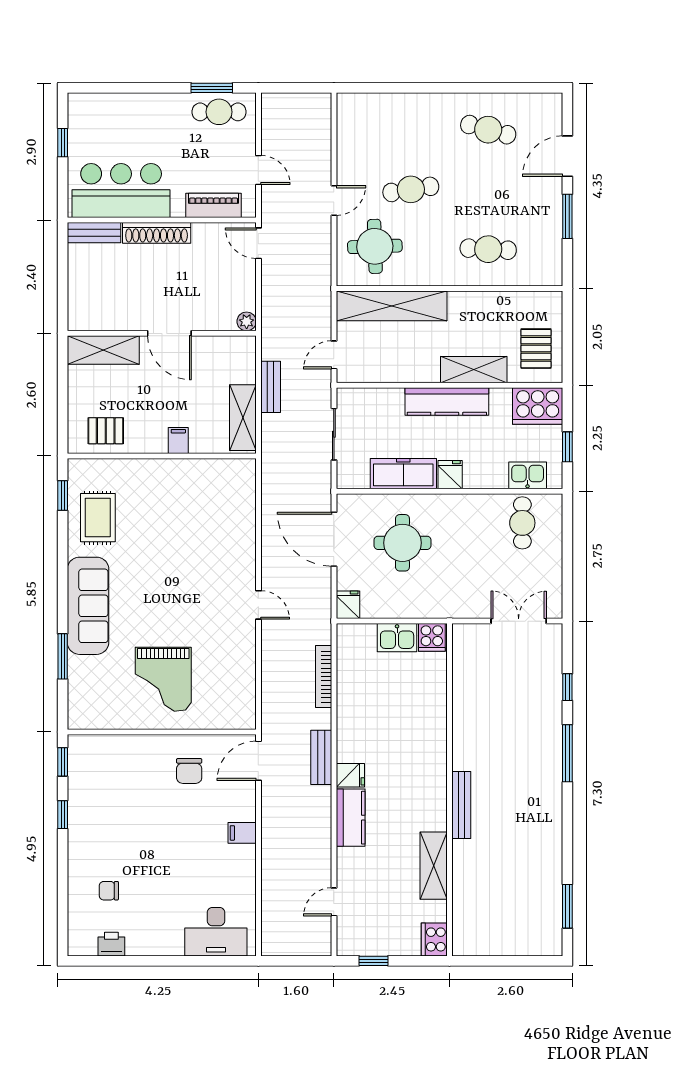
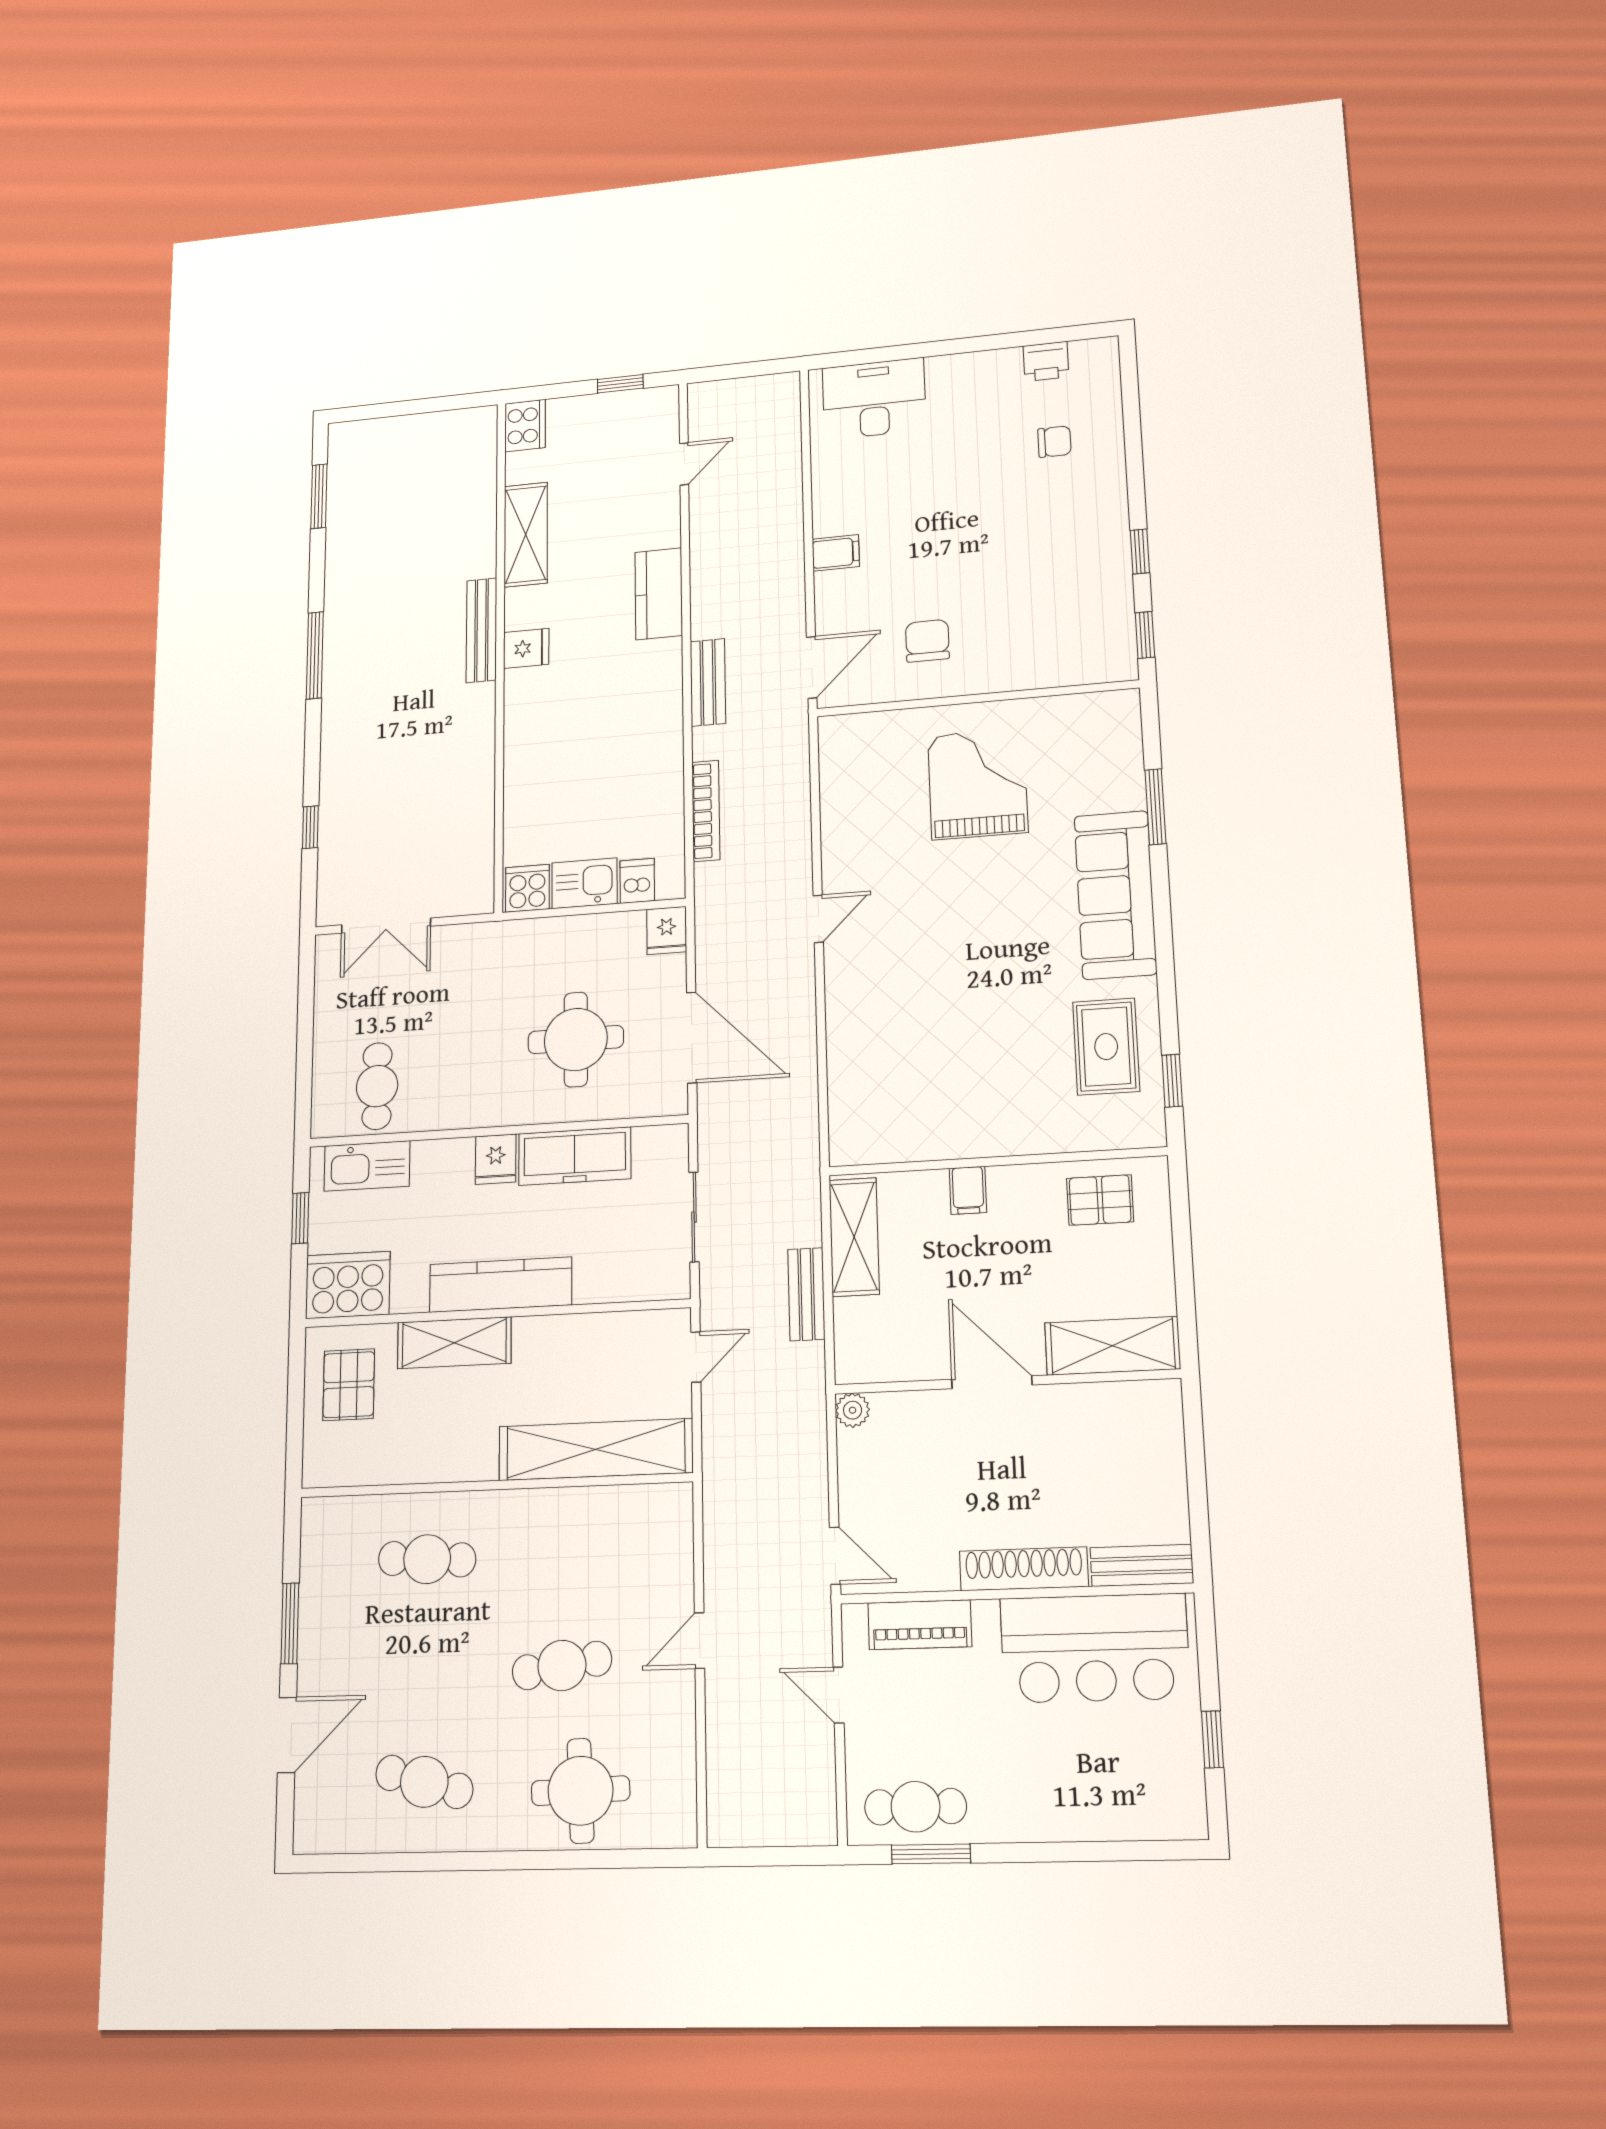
round table: (375, 246) -> (581, 1791), moved
kitchen sink: (528, 475) -> (367, 1166), width x1.38
door: (258, 605) -> (818, 919), swing flipped
dishwasher: (365, 637) -> (637, 881), added
window: (567, 753) -> (315, 655), moved
fridge: (350, 775) -> (526, 648), moved, turned 180

